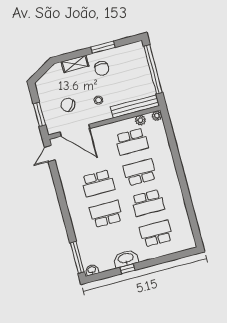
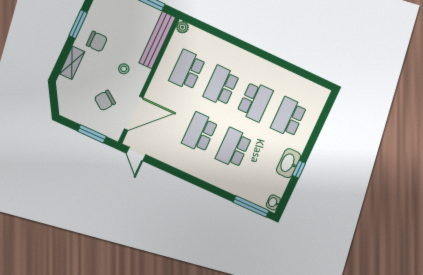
plant: (140, 120) -> (174, 46), removed
school desk: (132, 142) -> (187, 70), turned 180
school desk: (98, 183) -> (200, 132), turned 180

